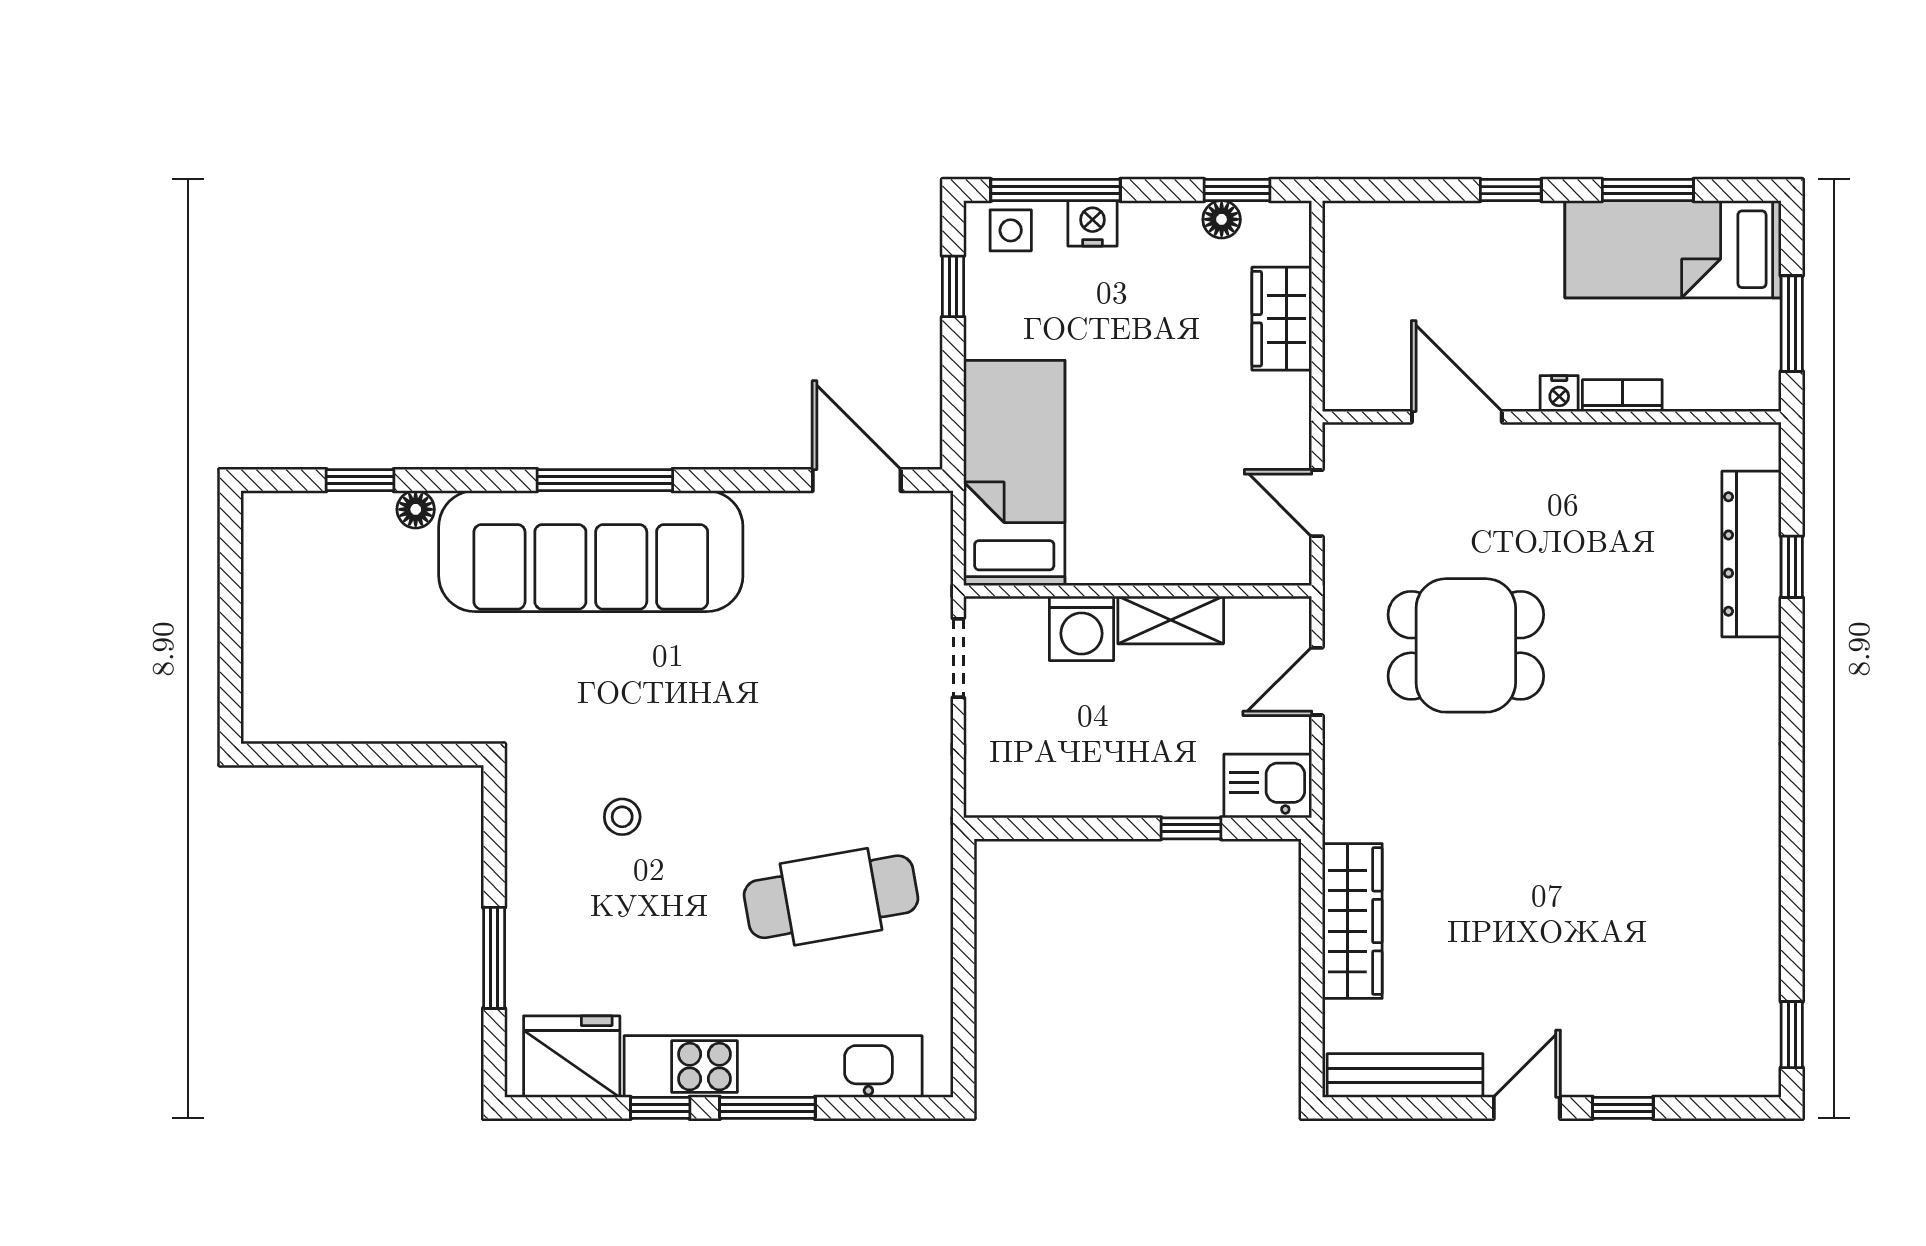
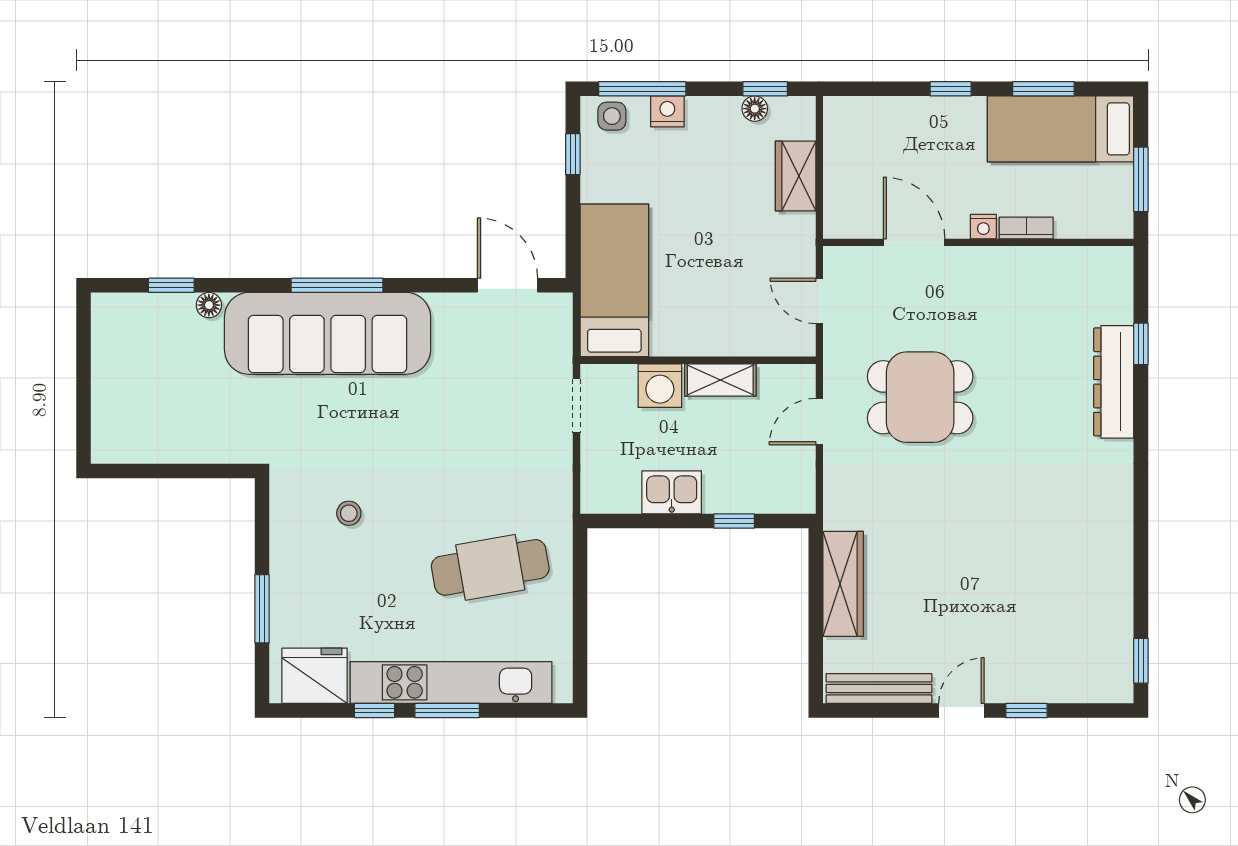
dresser: (1752, 554) -> (1114, 382), moved
kitchen sink: (1268, 786) -> (672, 492), moved

